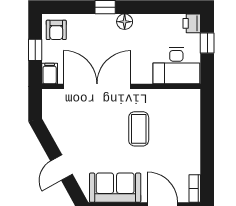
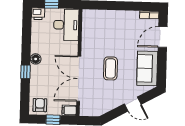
armchair: (56, 30) -> (40, 105), turned -90
coffee table: (139, 129) -> (110, 68), moved, turned 90

